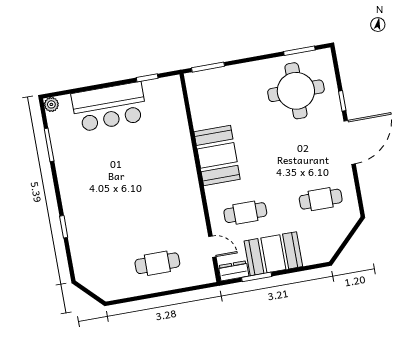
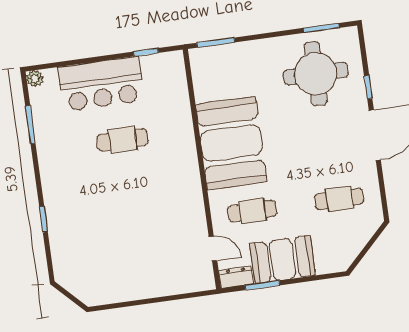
booth: (217, 155) -> (231, 143), width x1.36, depth x1.42
cafe table: (157, 263) -> (123, 140), moved

